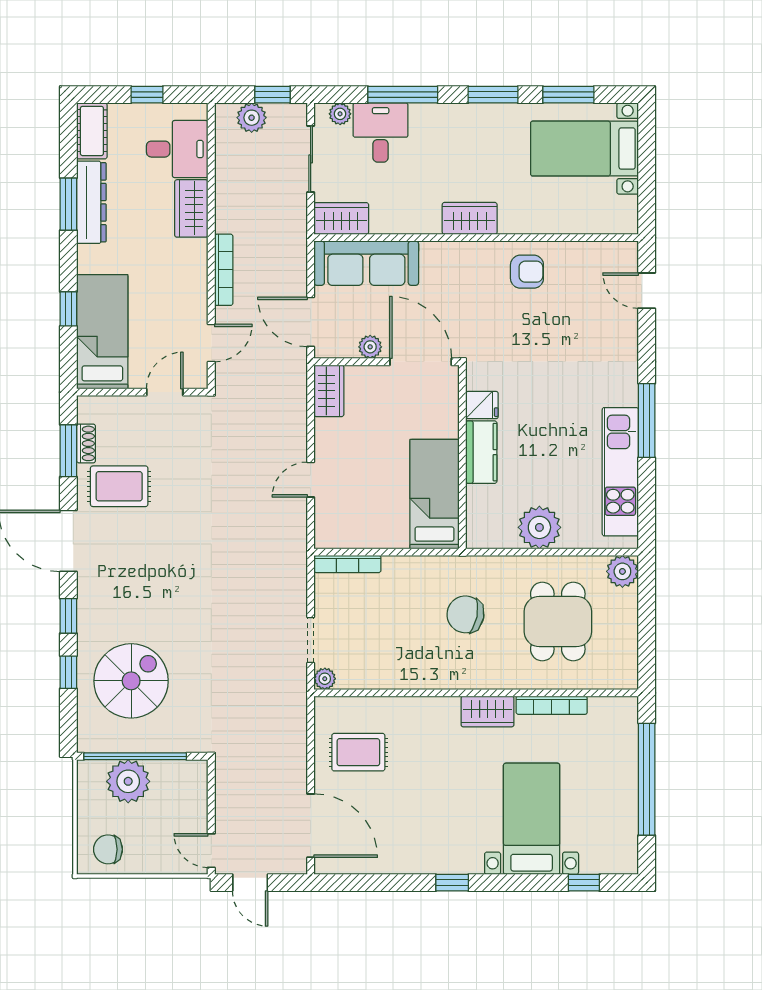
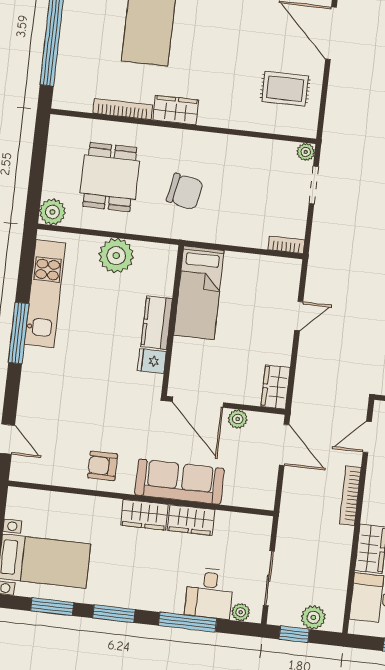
wardrobe: (341, 218) -> (191, 520), moved
sofa: (366, 263) -> (180, 482), moved
bookcase: (347, 564) -> (286, 245), width x0.64

